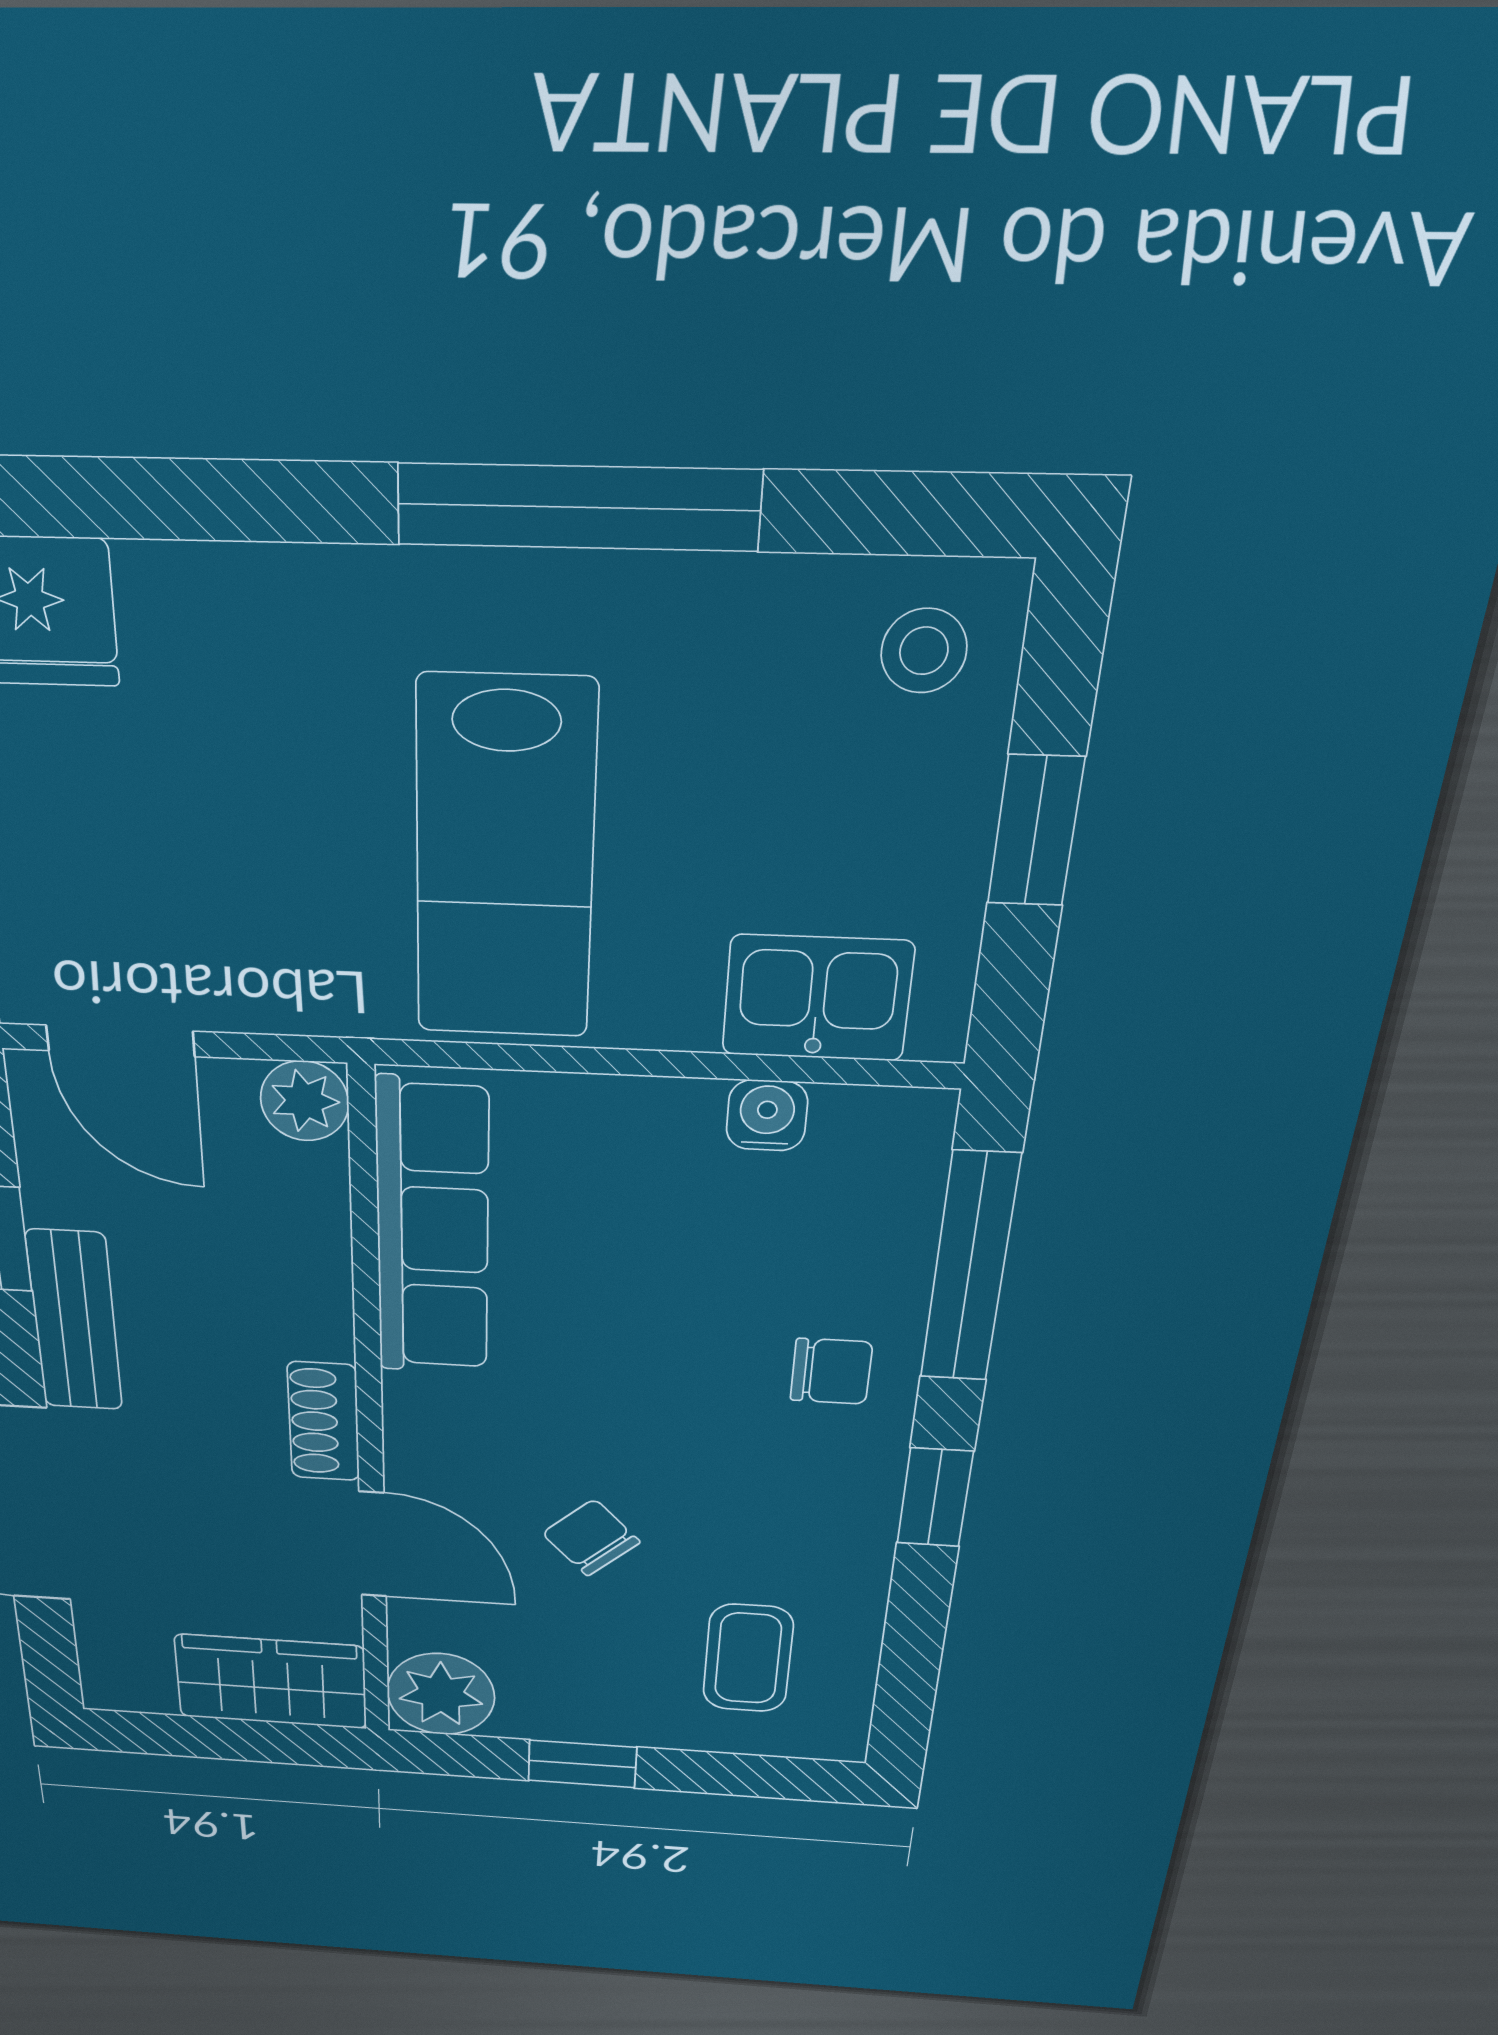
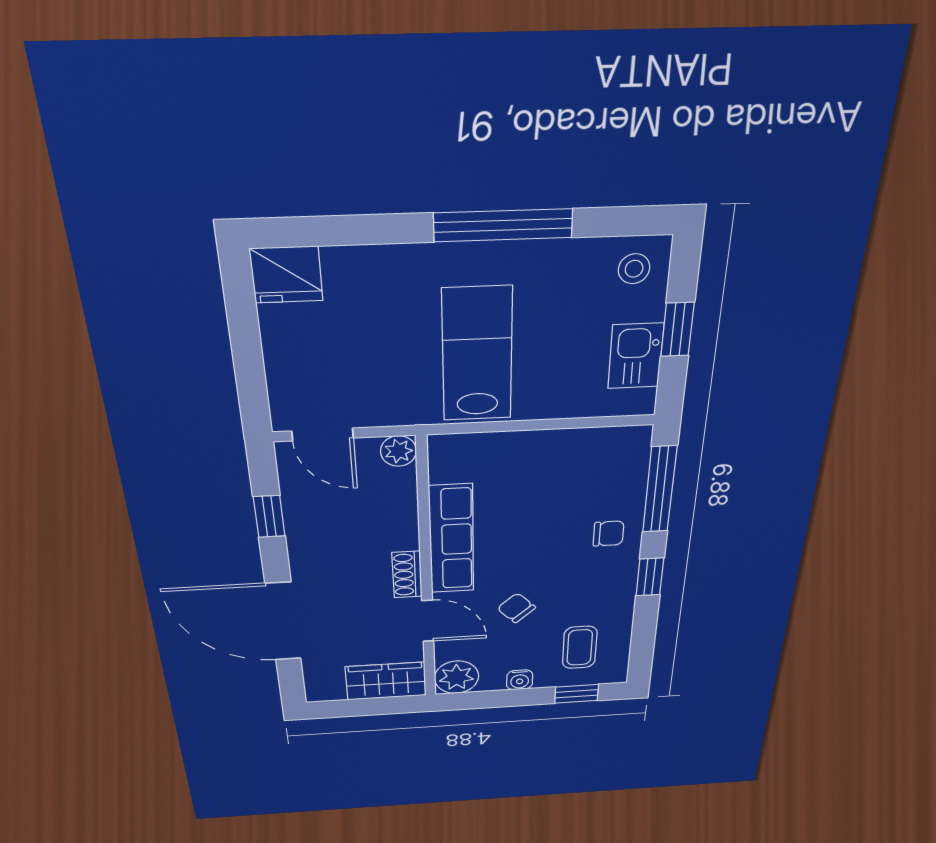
lab bench: (505, 862) -> (477, 355), turned 180
kitchen sink: (817, 998) -> (636, 356), moved, turned -90
water cooler: (767, 1115) -> (520, 680), moved, turned 180
row of seats: (432, 1229) -> (452, 539), moved
bench: (74, 1321) -> (303, 546), removed
window: (582, 1764) -> (577, 694), moved

